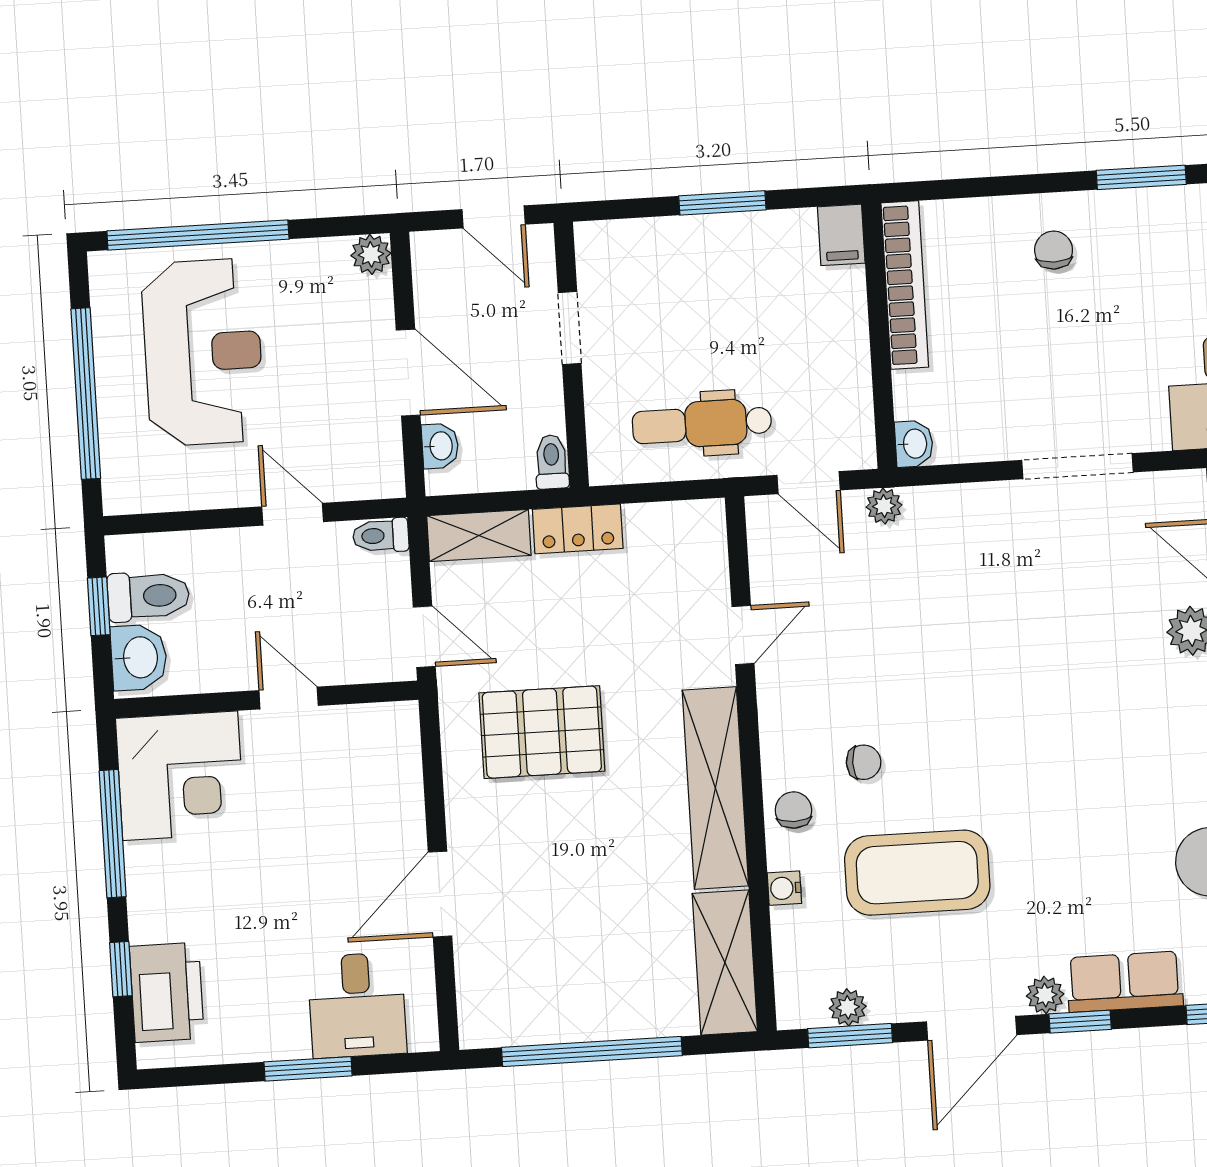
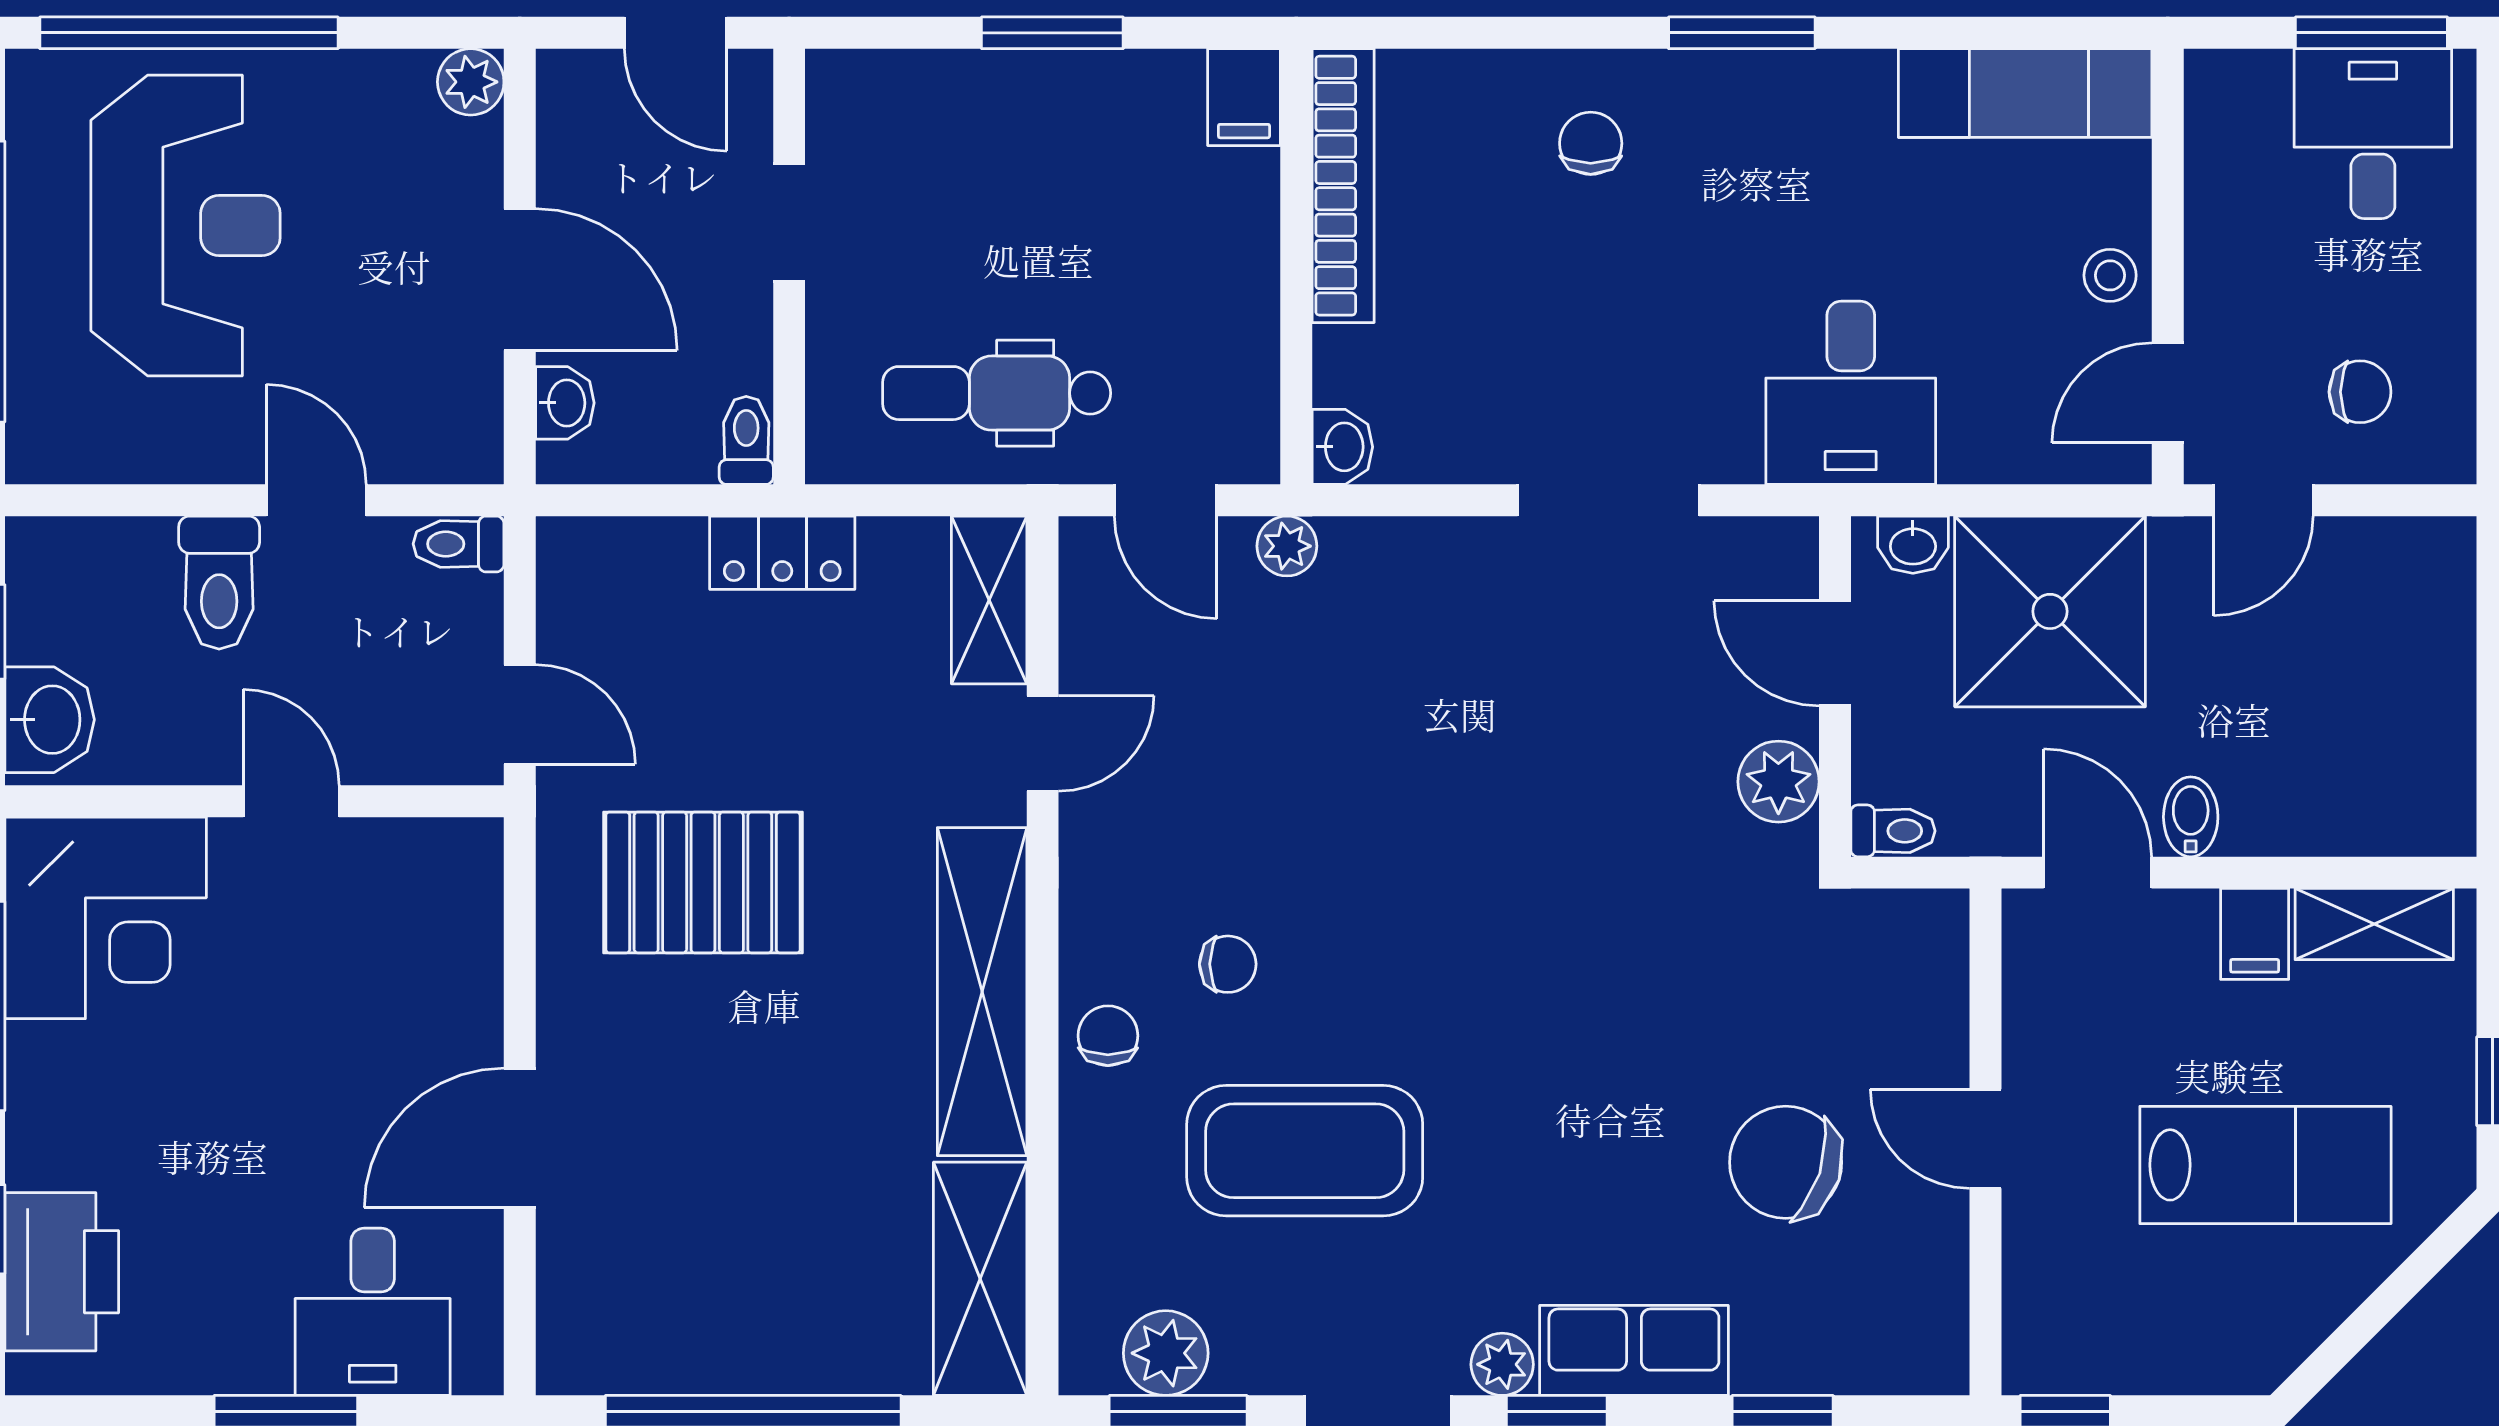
shelving: (479, 536) -> (989, 600), moved, turned 90
toilet: (148, 596) -> (219, 583), moved, turned 90
water cooler: (784, 888) -> (1085, 1163), removed
plant: (848, 1007) -> (1166, 1353), width x1.38, depth x1.38

